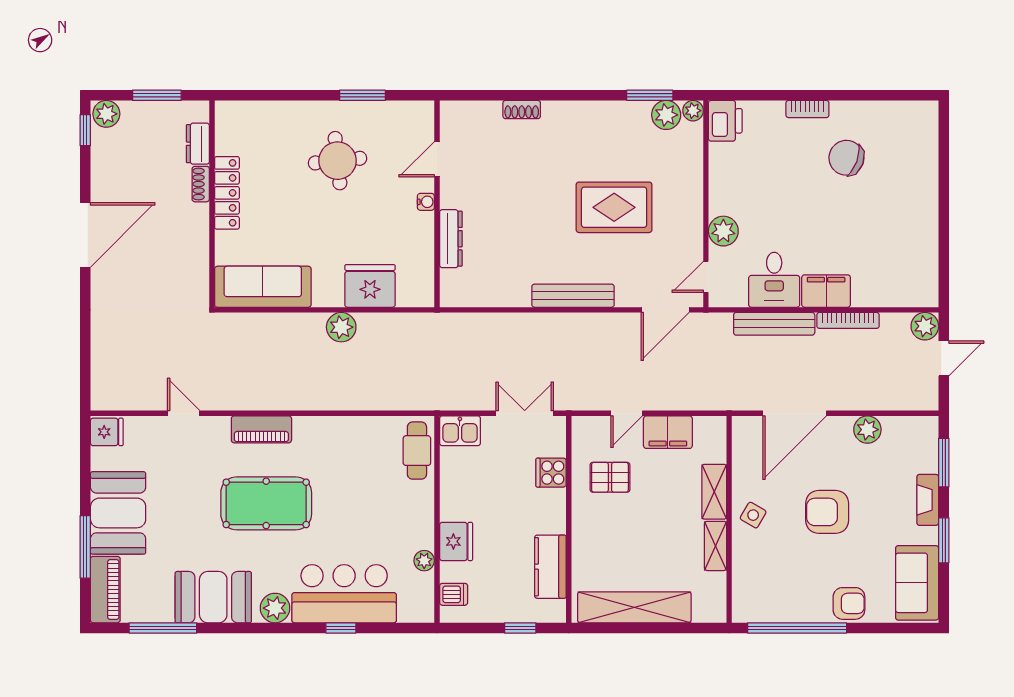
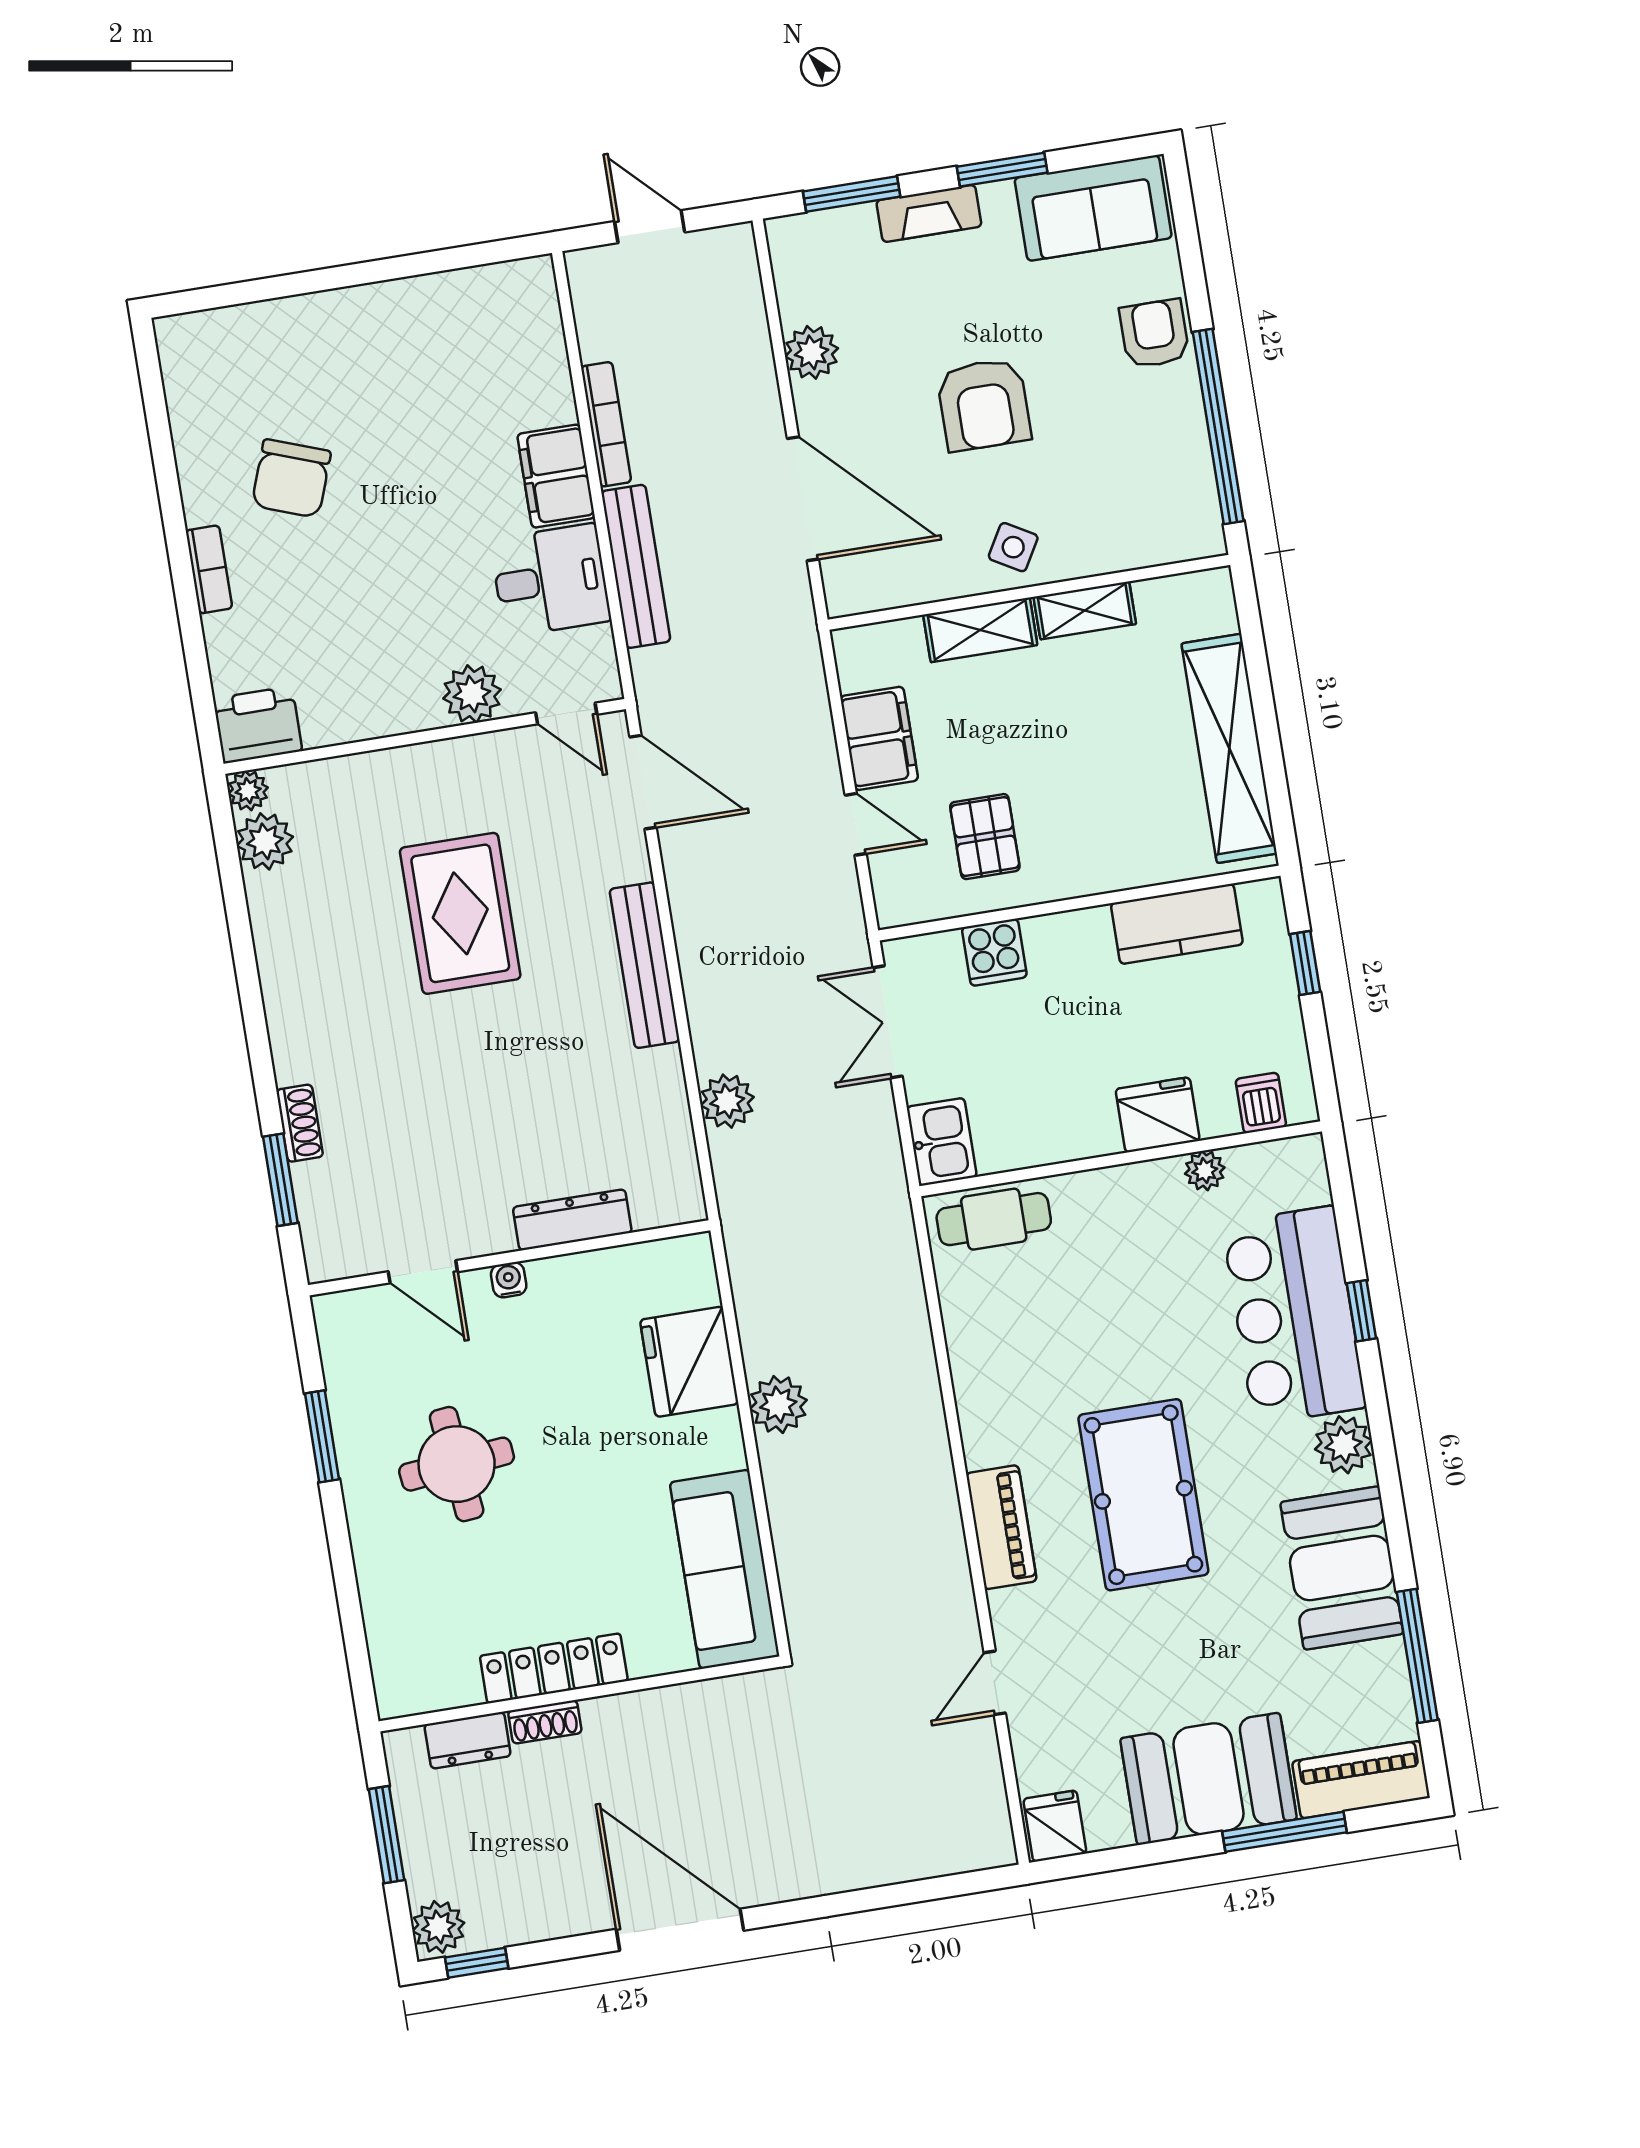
window: (650, 95) -> (280, 1180), moved
plant: (925, 326) -> (727, 1101), moved

